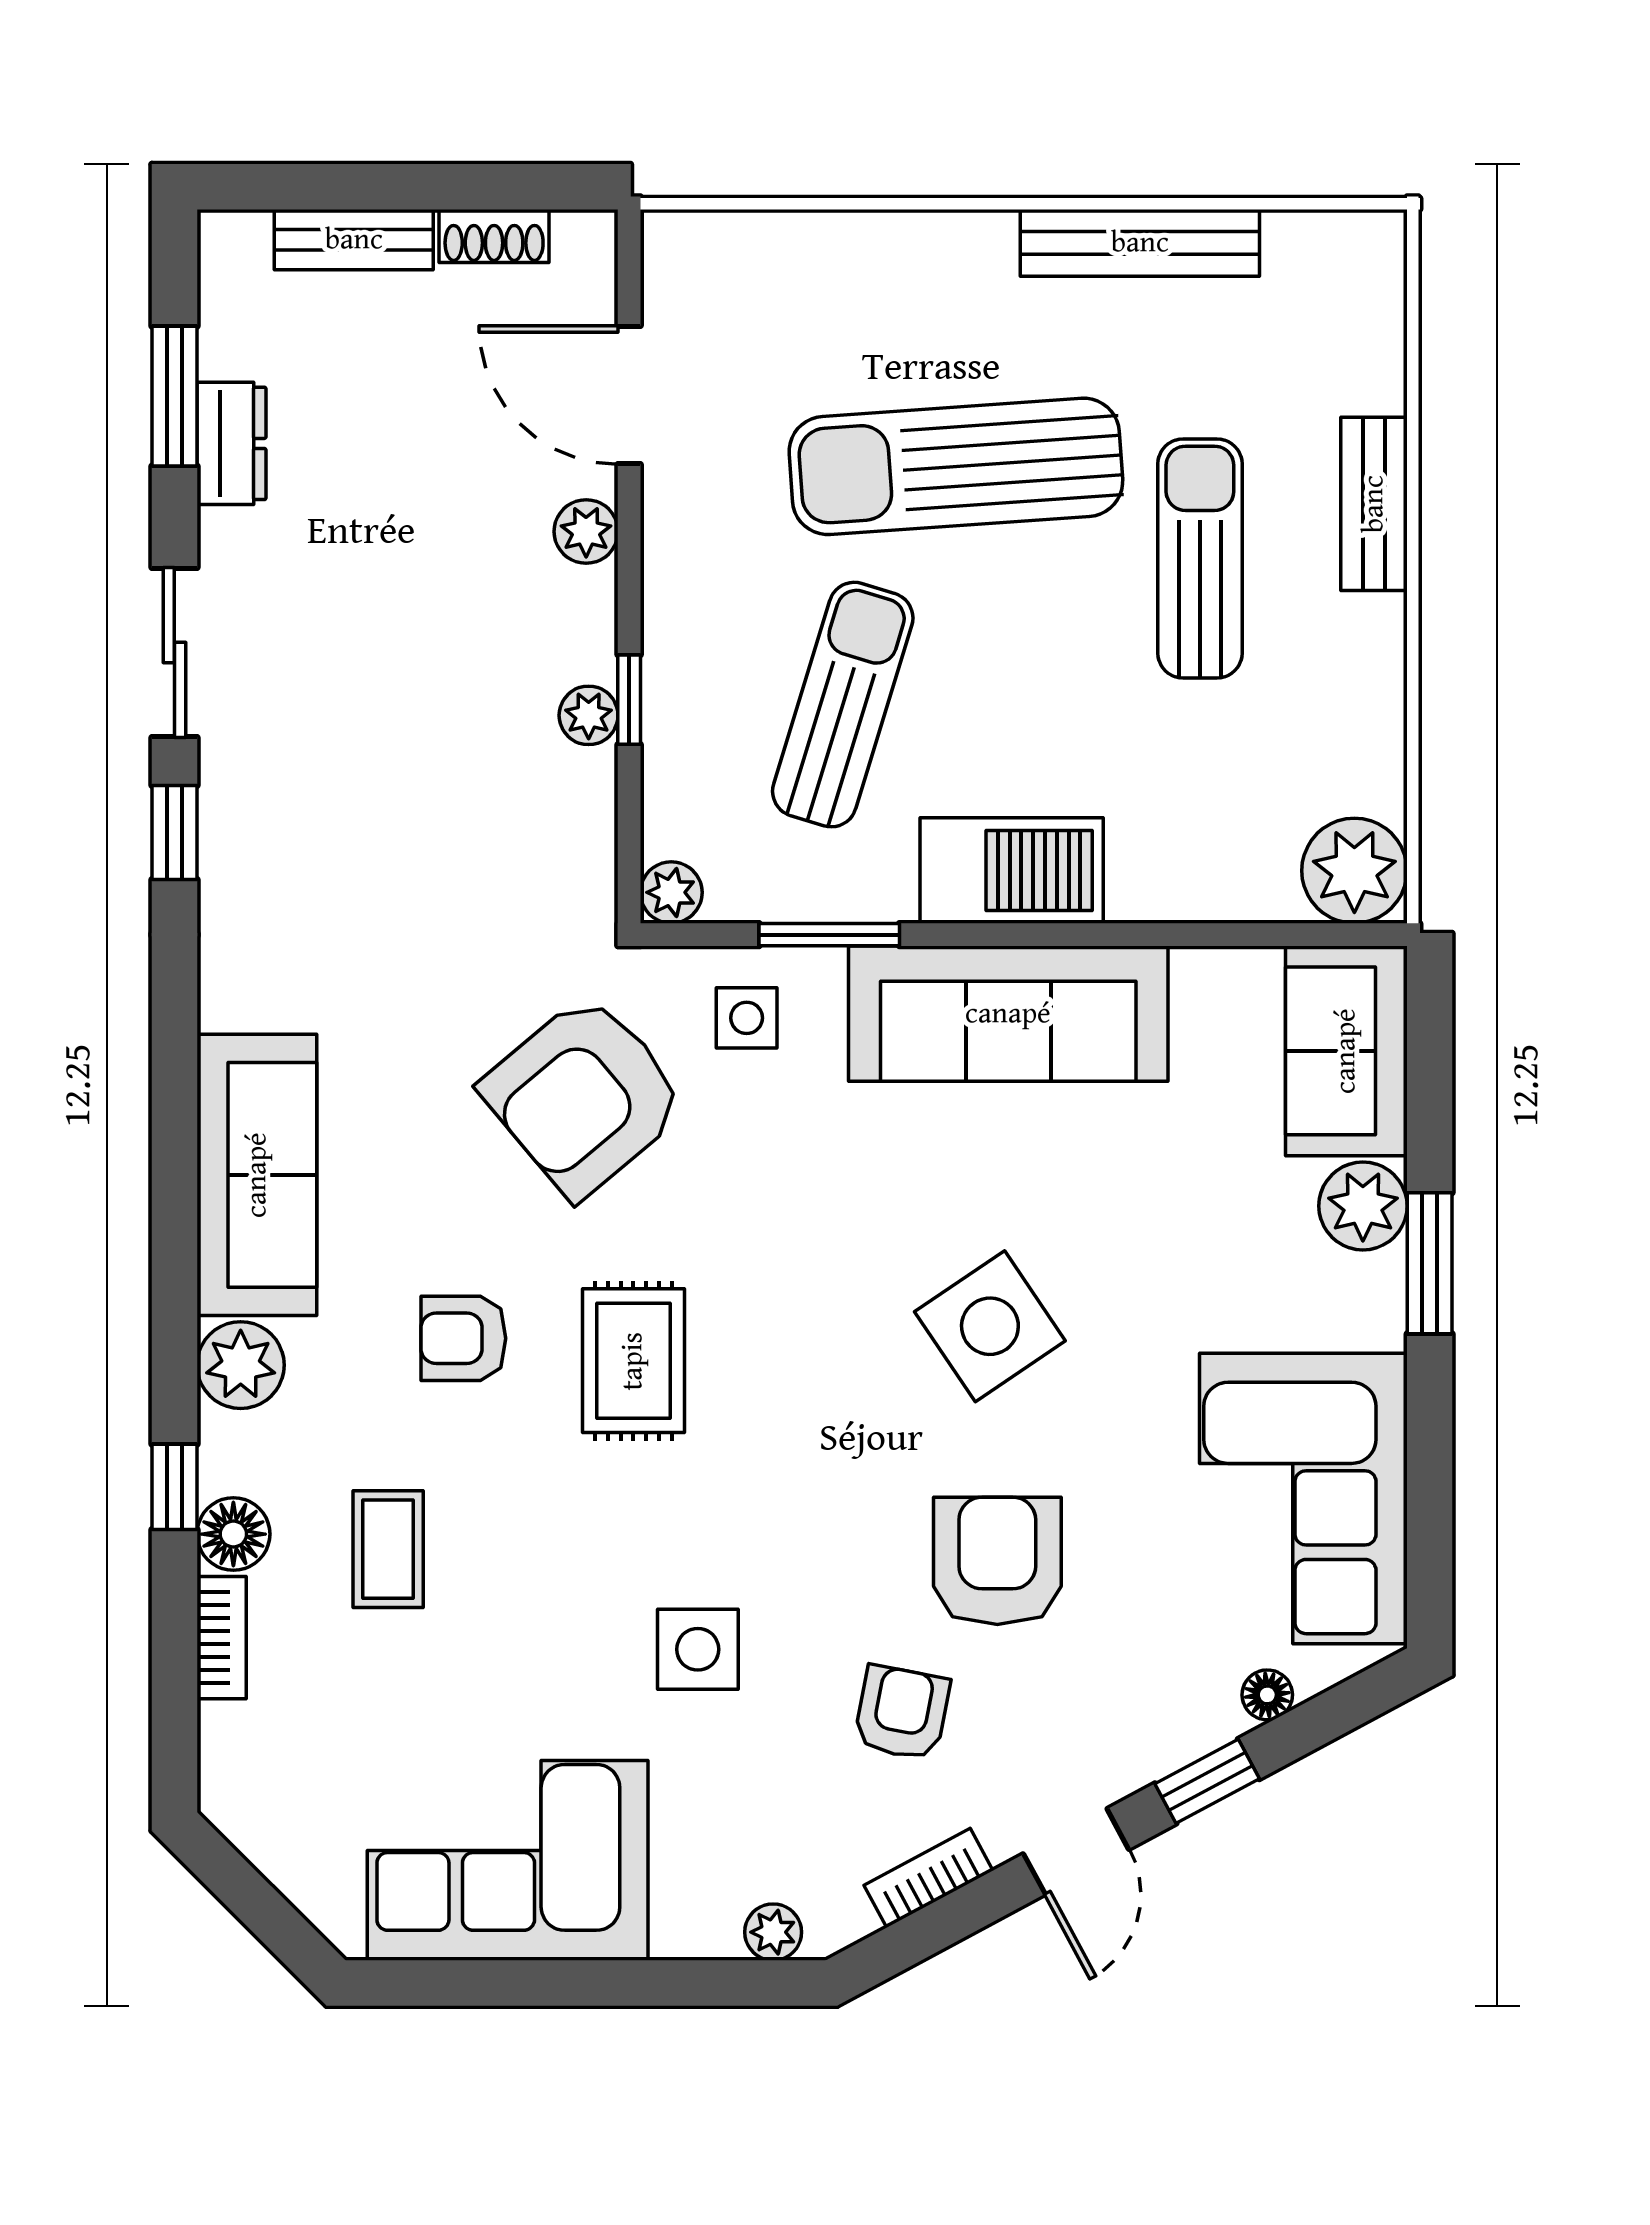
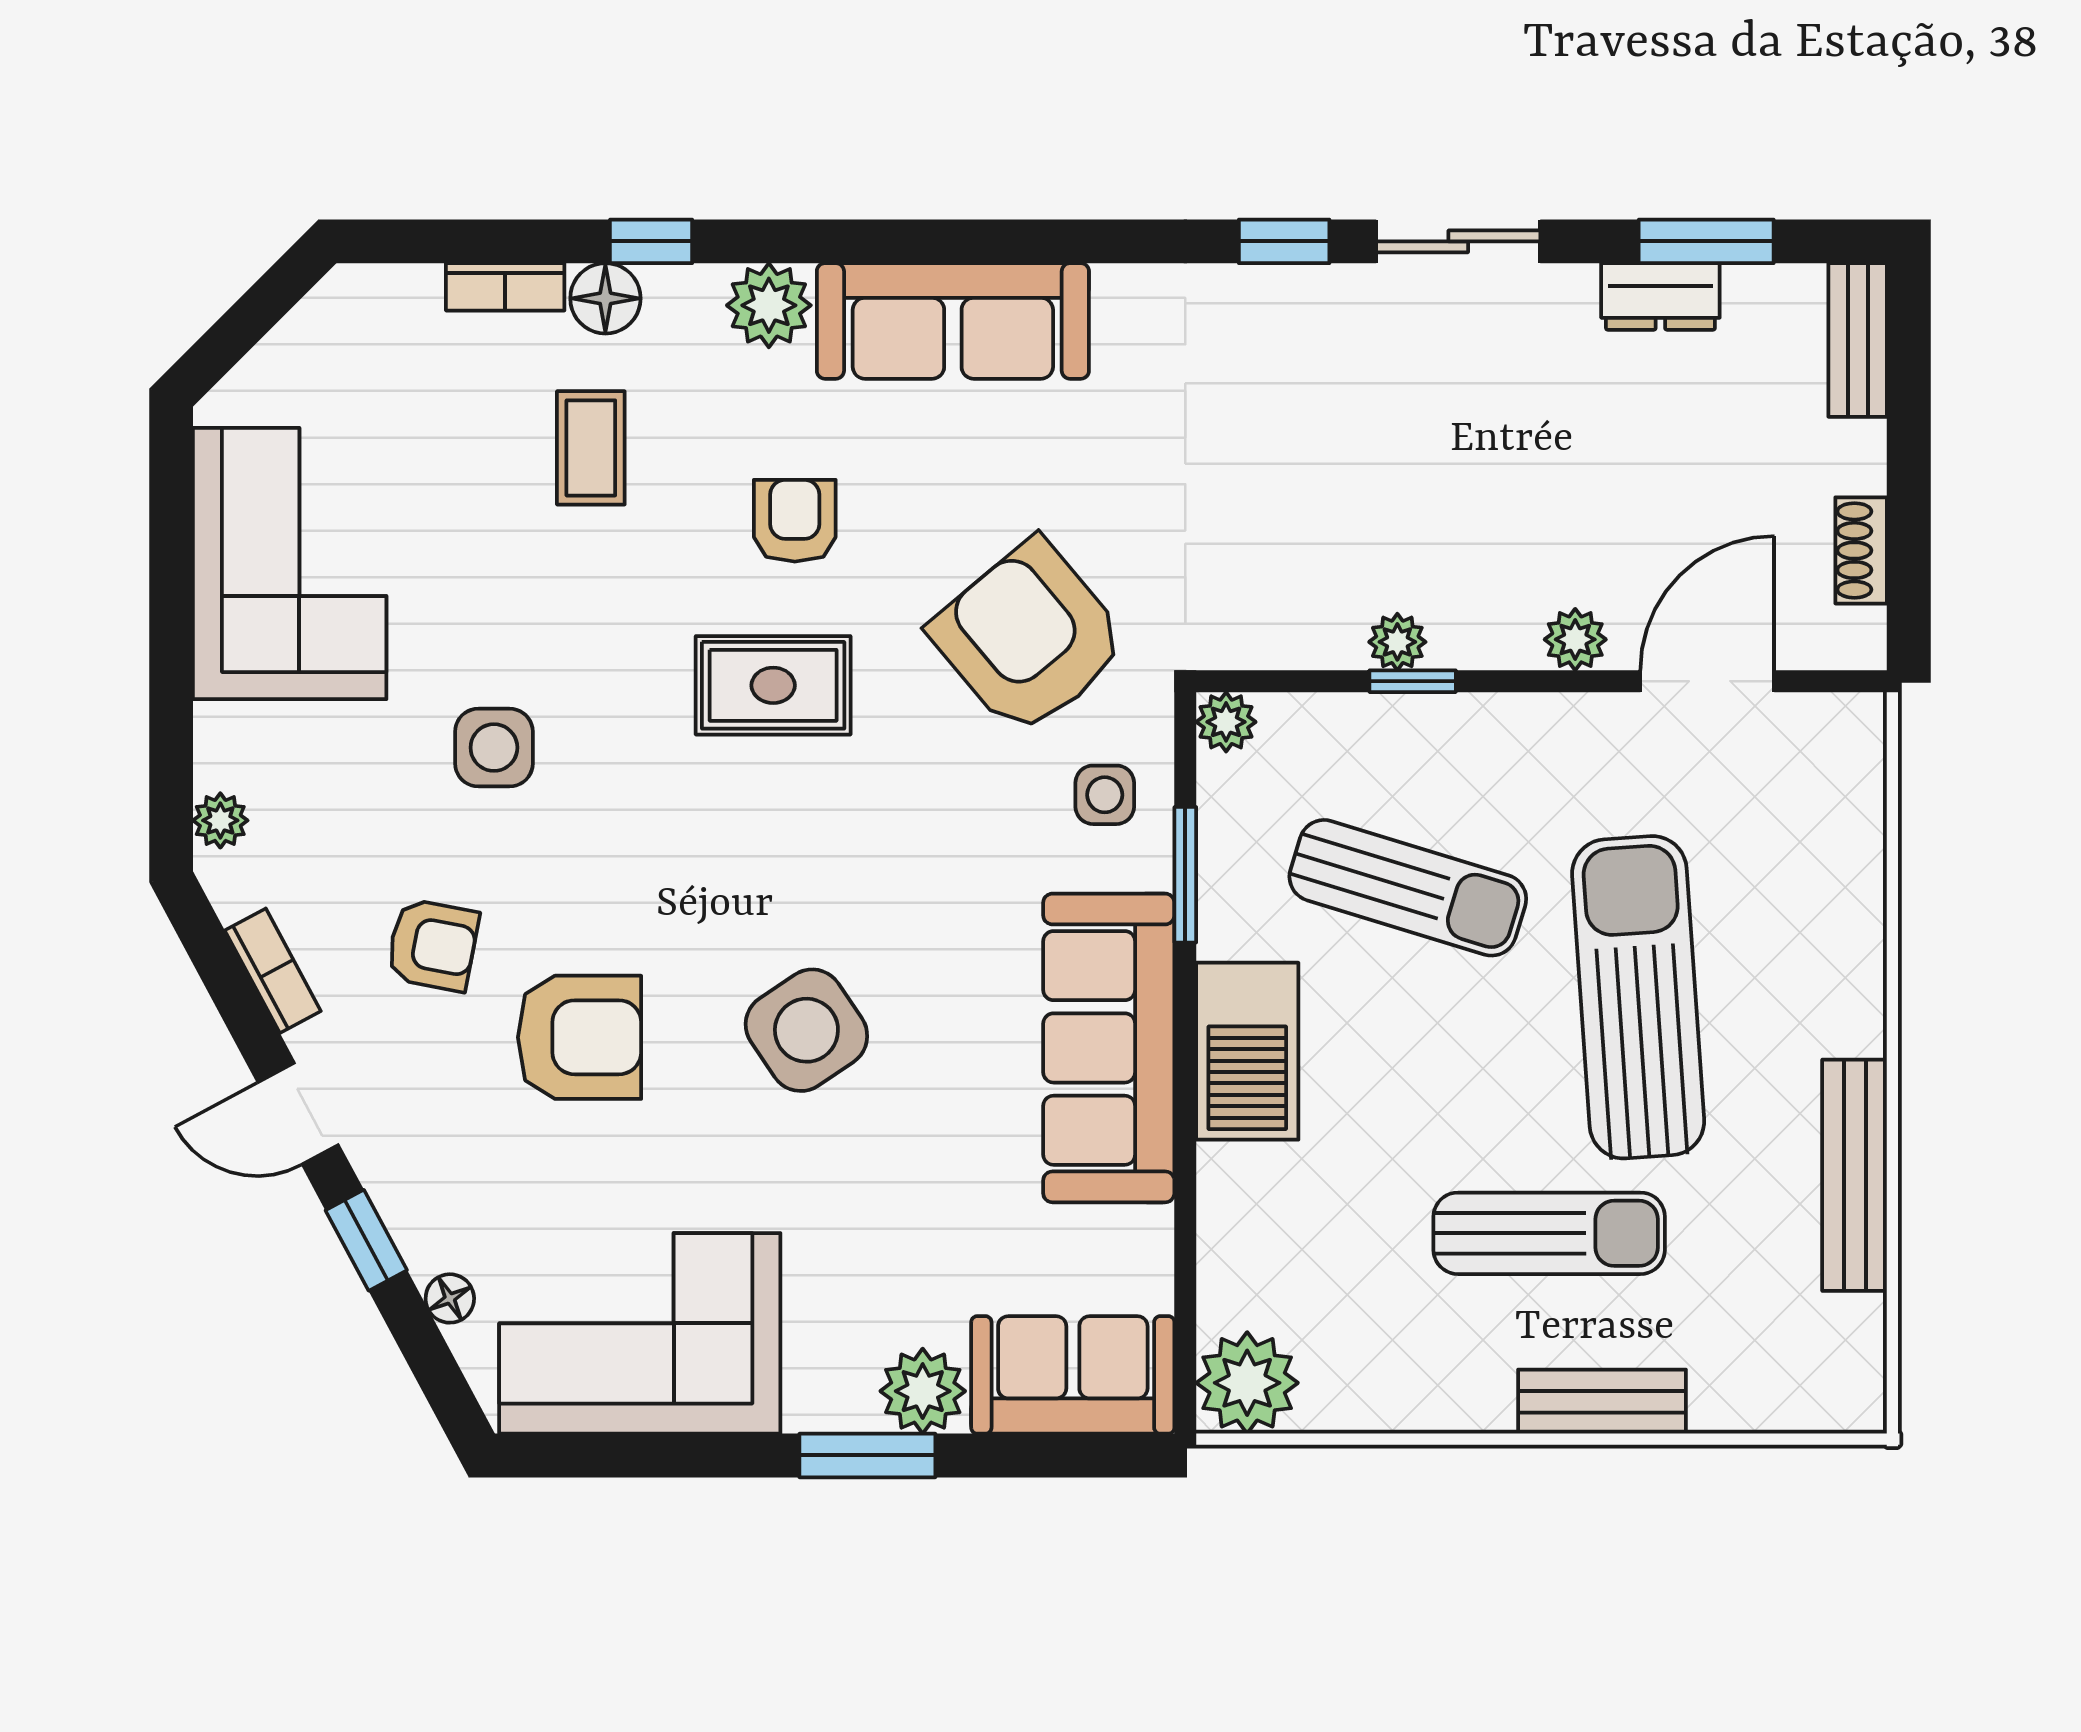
bench: (354, 240) -> (1858, 340), moved
coffee table: (388, 1549) -> (591, 448), turned 90

